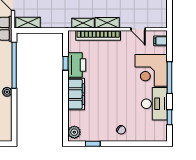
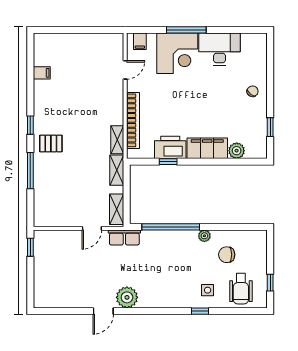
shelving: (107, 23) -> (117, 170), moved
window: (170, 117) -> (236, 30), removed
plant: (74, 132) -> (237, 151), moved

